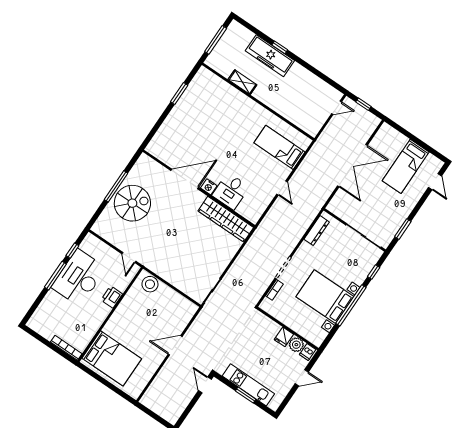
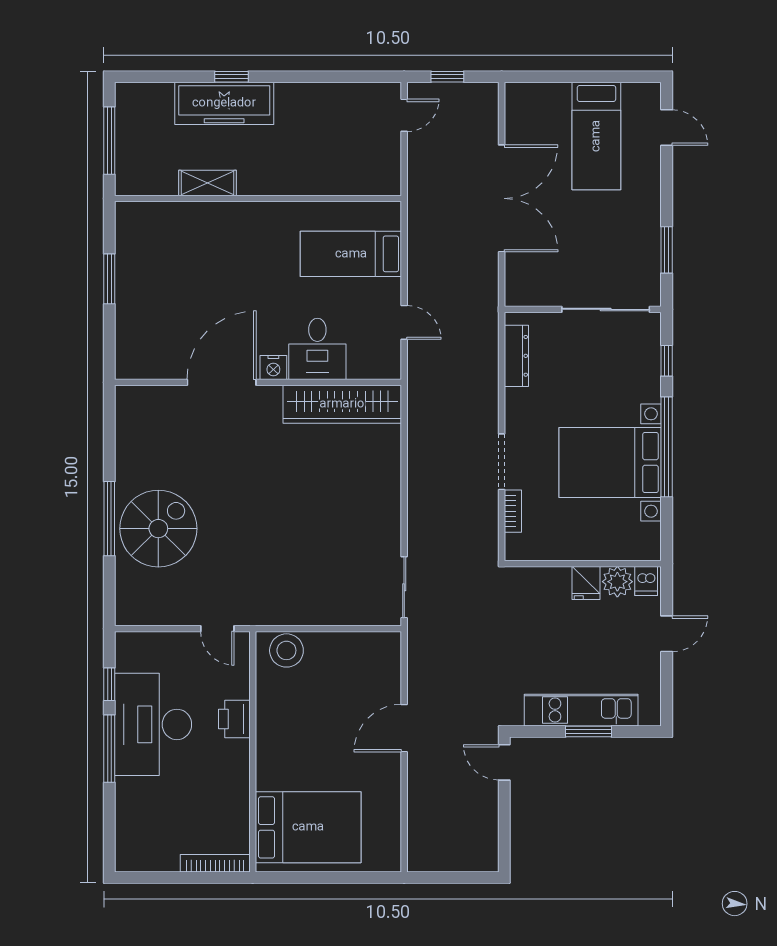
door: (185, 179) -> (222, 382), moved
nightstand: (209, 187) -> (273, 368), moved
wall: (199, 189) -> (258, 382), moved
desk: (231, 191) -> (317, 349), moved
wardrobe: (226, 219) -> (342, 404), moved

